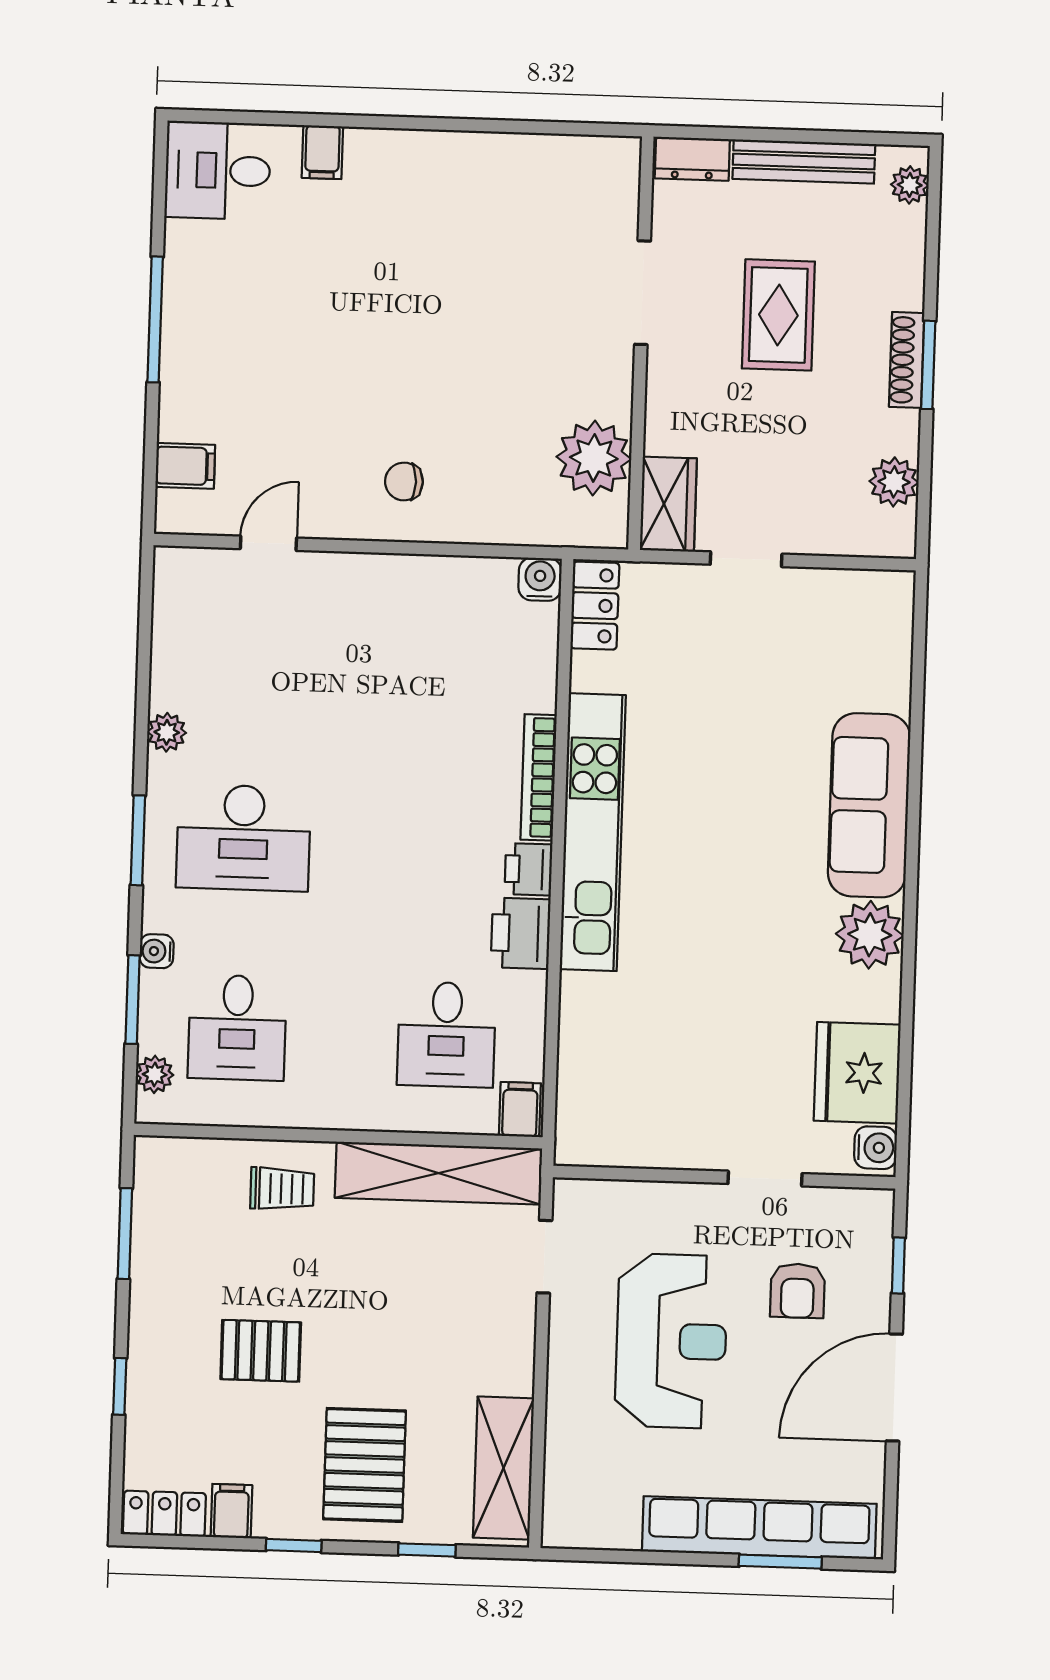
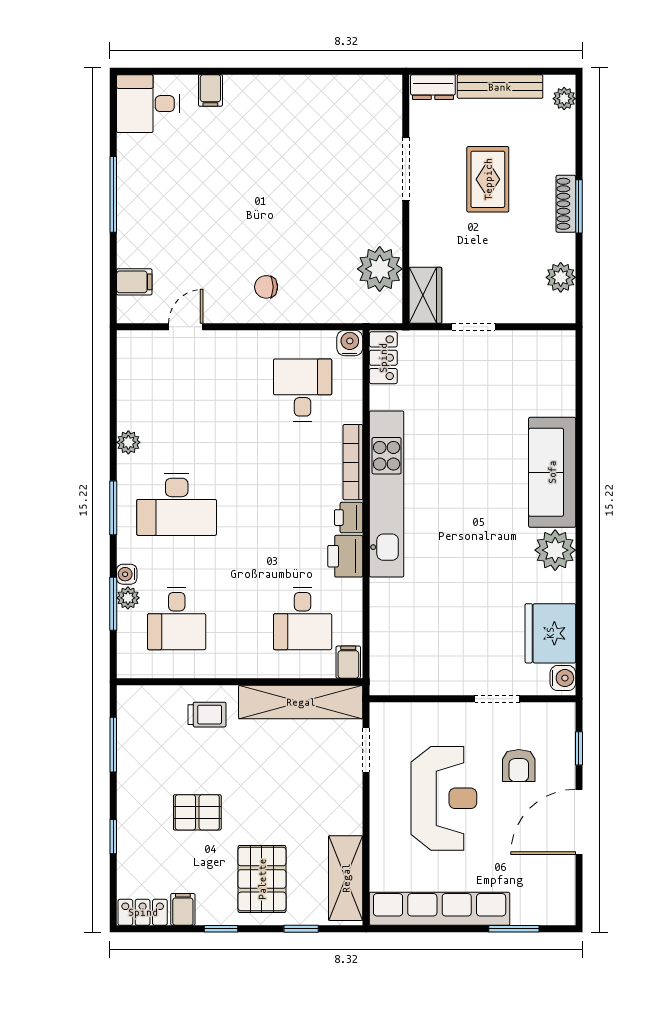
desk: (459, 655) -> (303, 390), added
plant: (155, 1074) -> (128, 598), moved
row of seats: (759, 1528) -> (440, 909), moved

